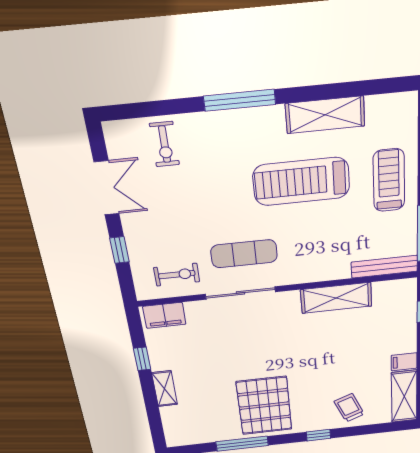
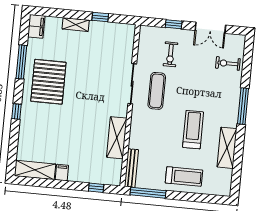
treadmill: (301, 182) -> (193, 130), width x0.73, depth x0.73
exercise bike: (177, 275) -> (170, 54), moved
filing cabinet: (164, 315) -> (36, 26), moved, turned 180
pallet: (264, 406) -> (48, 82), turned 90
trolley: (349, 408) -> (34, 134), removed

